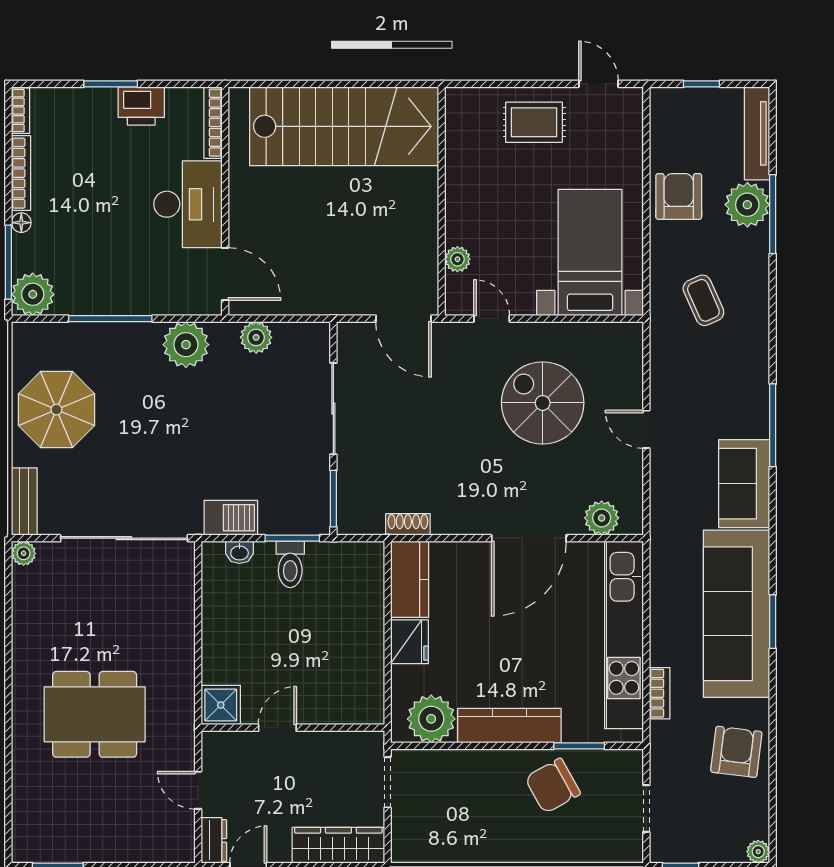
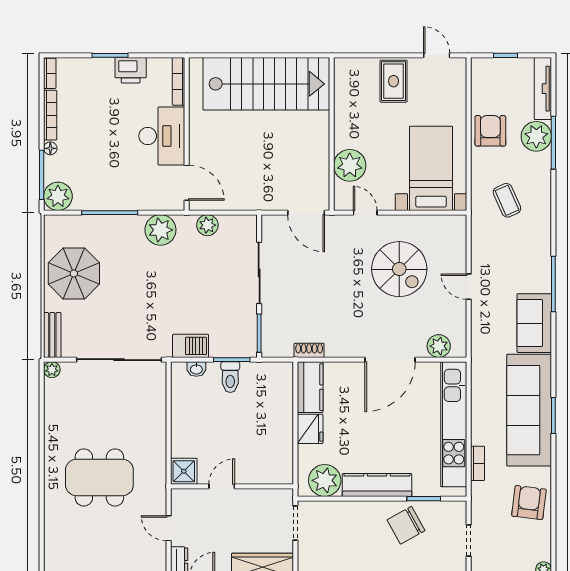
rug: (534, 122) -> (394, 81), turned 90
plant: (457, 259) -> (350, 165), width x1.88, depth x1.88
spiral stairs: (543, 403) -> (399, 269), turned 180

